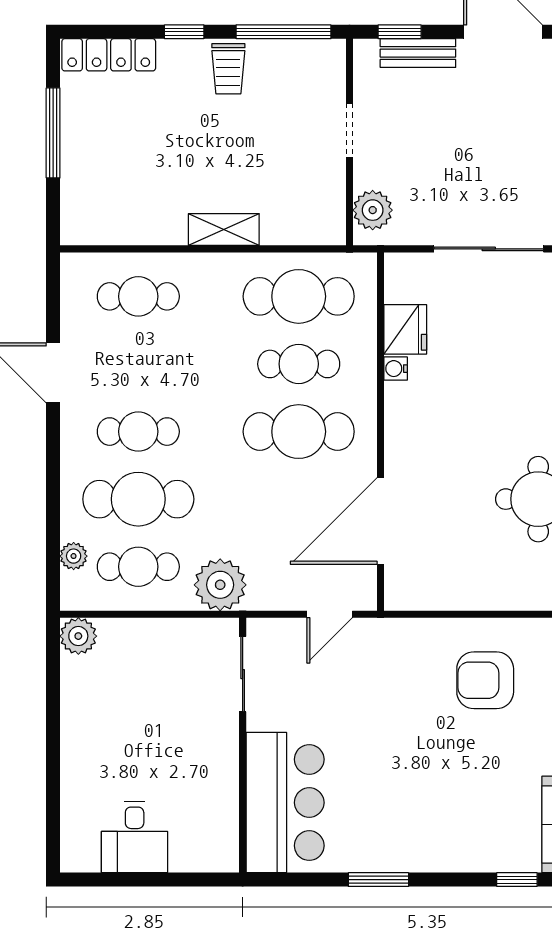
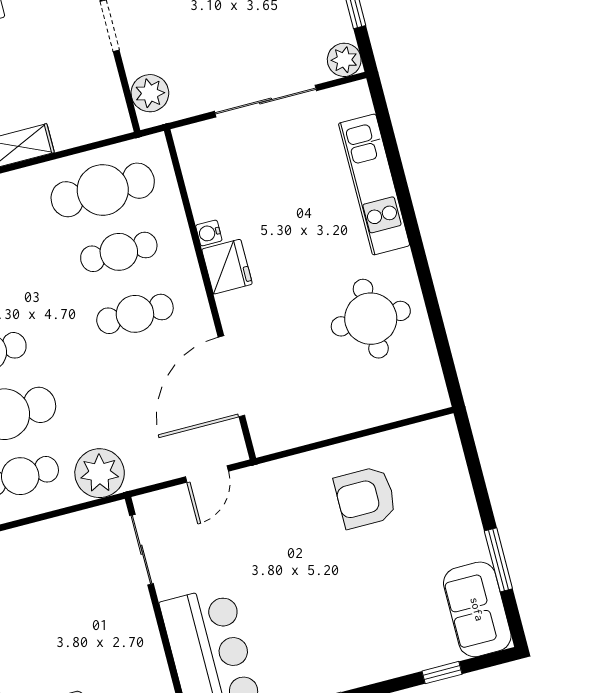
fridge: (405, 329) -> (227, 267), moved
cafe table: (299, 432) -> (135, 314), width x0.73, depth x0.74

